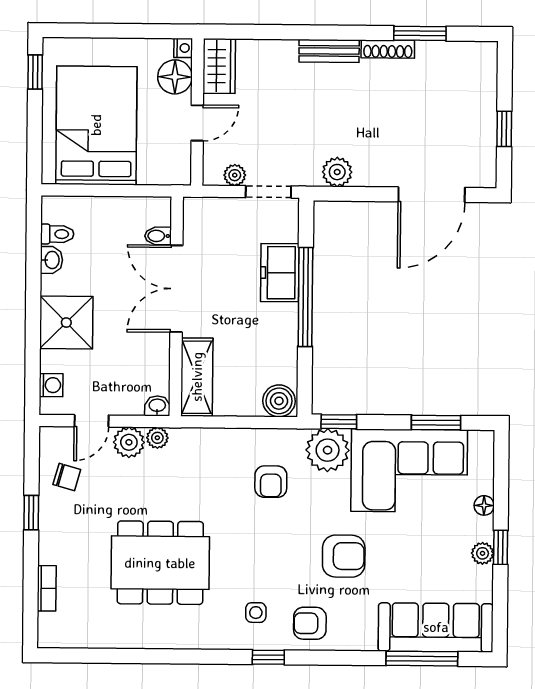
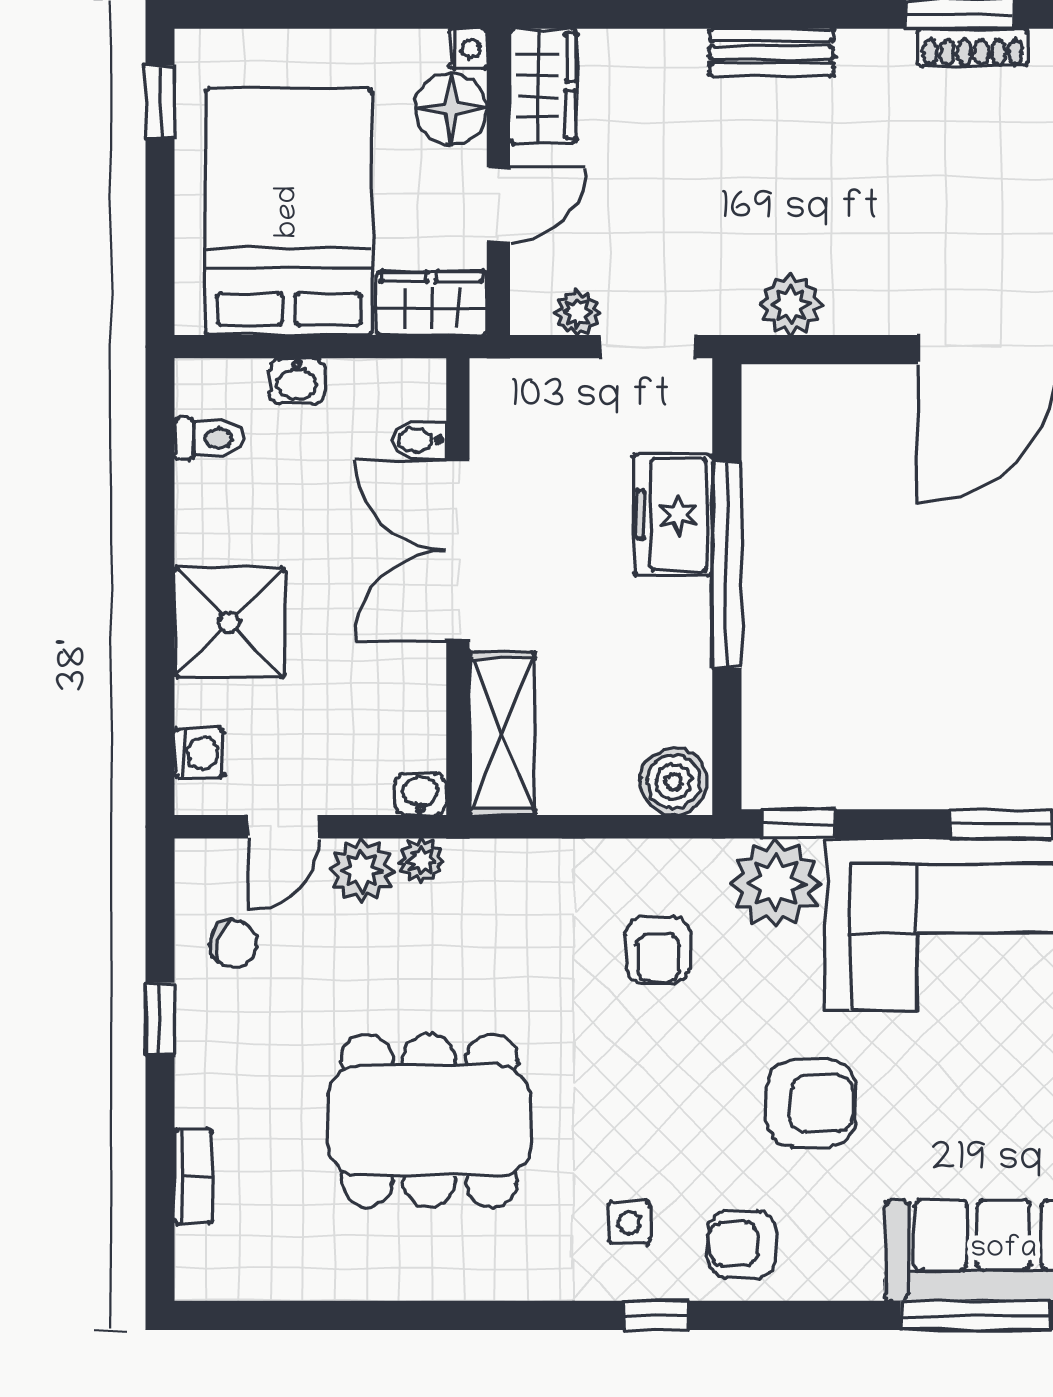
shoe rack: (388, 49) -> (973, 47), moved
wardrobe: (165, 170) -> (432, 303), added
washbasin: (51, 260) -> (297, 381), moved, turned 90

